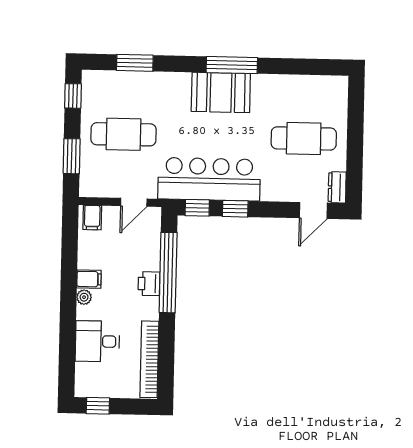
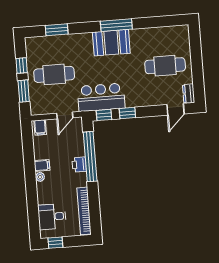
window: (73, 96) -> (22, 66), moved
bar counter: (209, 179) -> (101, 97), width x0.73
desk: (97, 341) -> (52, 217), moved

